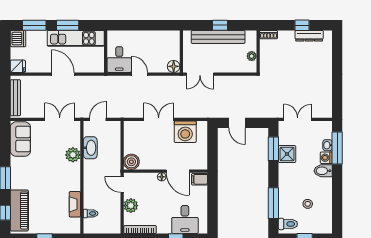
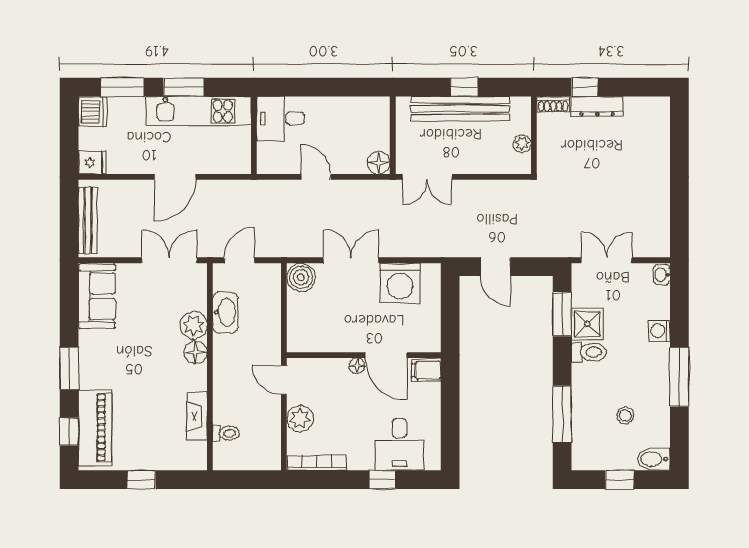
window: (302, 25) -> (585, 87), moved
dresser: (309, 36) -> (597, 106), moved
desk: (119, 60) -> (280, 118), moved, turned 90
door: (63, 74) -> (175, 177), swing flipped
washbasin: (328, 145) -> (662, 275), moved
window: (337, 148) -> (679, 377), moved
boiler: (131, 162) -> (301, 277), moved
floor lamp: (74, 169) -> (196, 352), added
bidet: (323, 171) -> (654, 459), moved
toilet: (288, 224) -> (589, 352), moved

